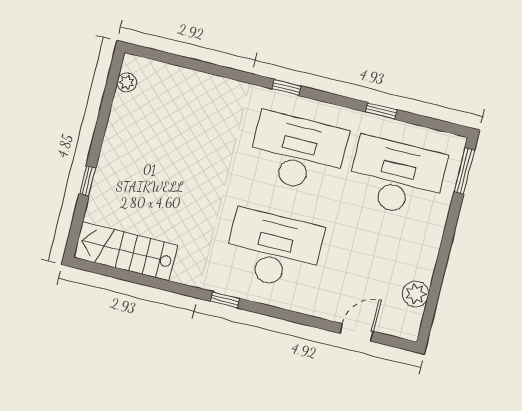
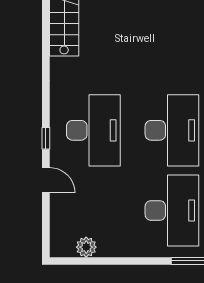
window: (225, 300) -> (46, 138), moved
door: (357, 332) -> (46, 180), moved

